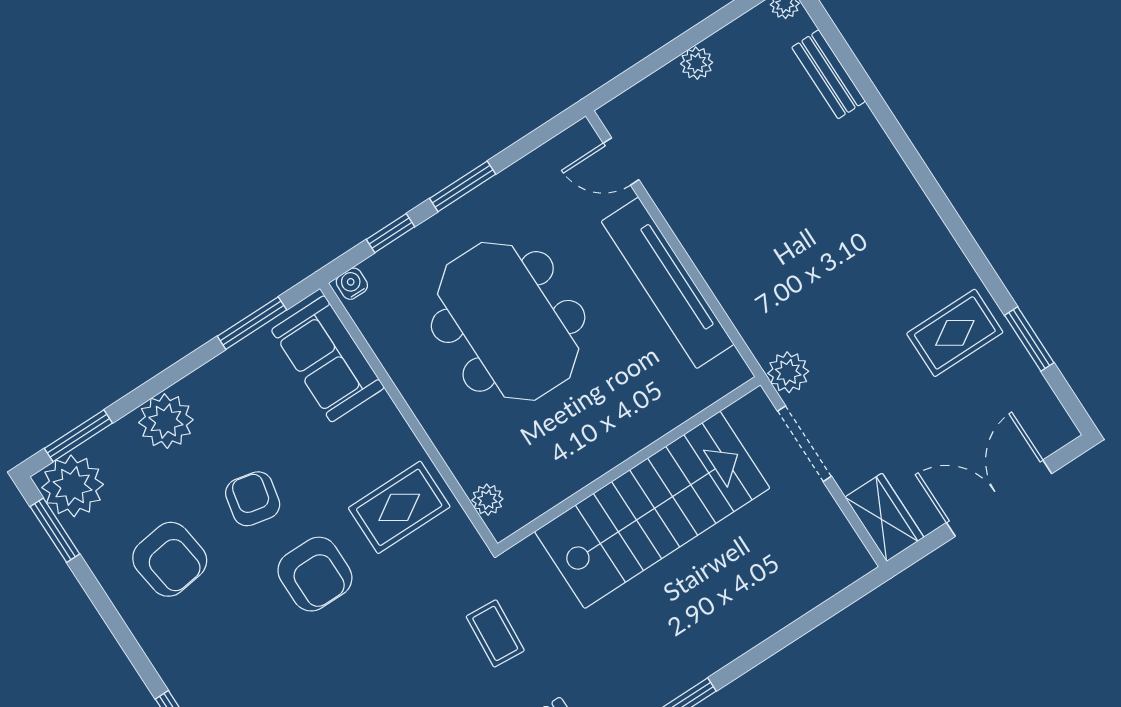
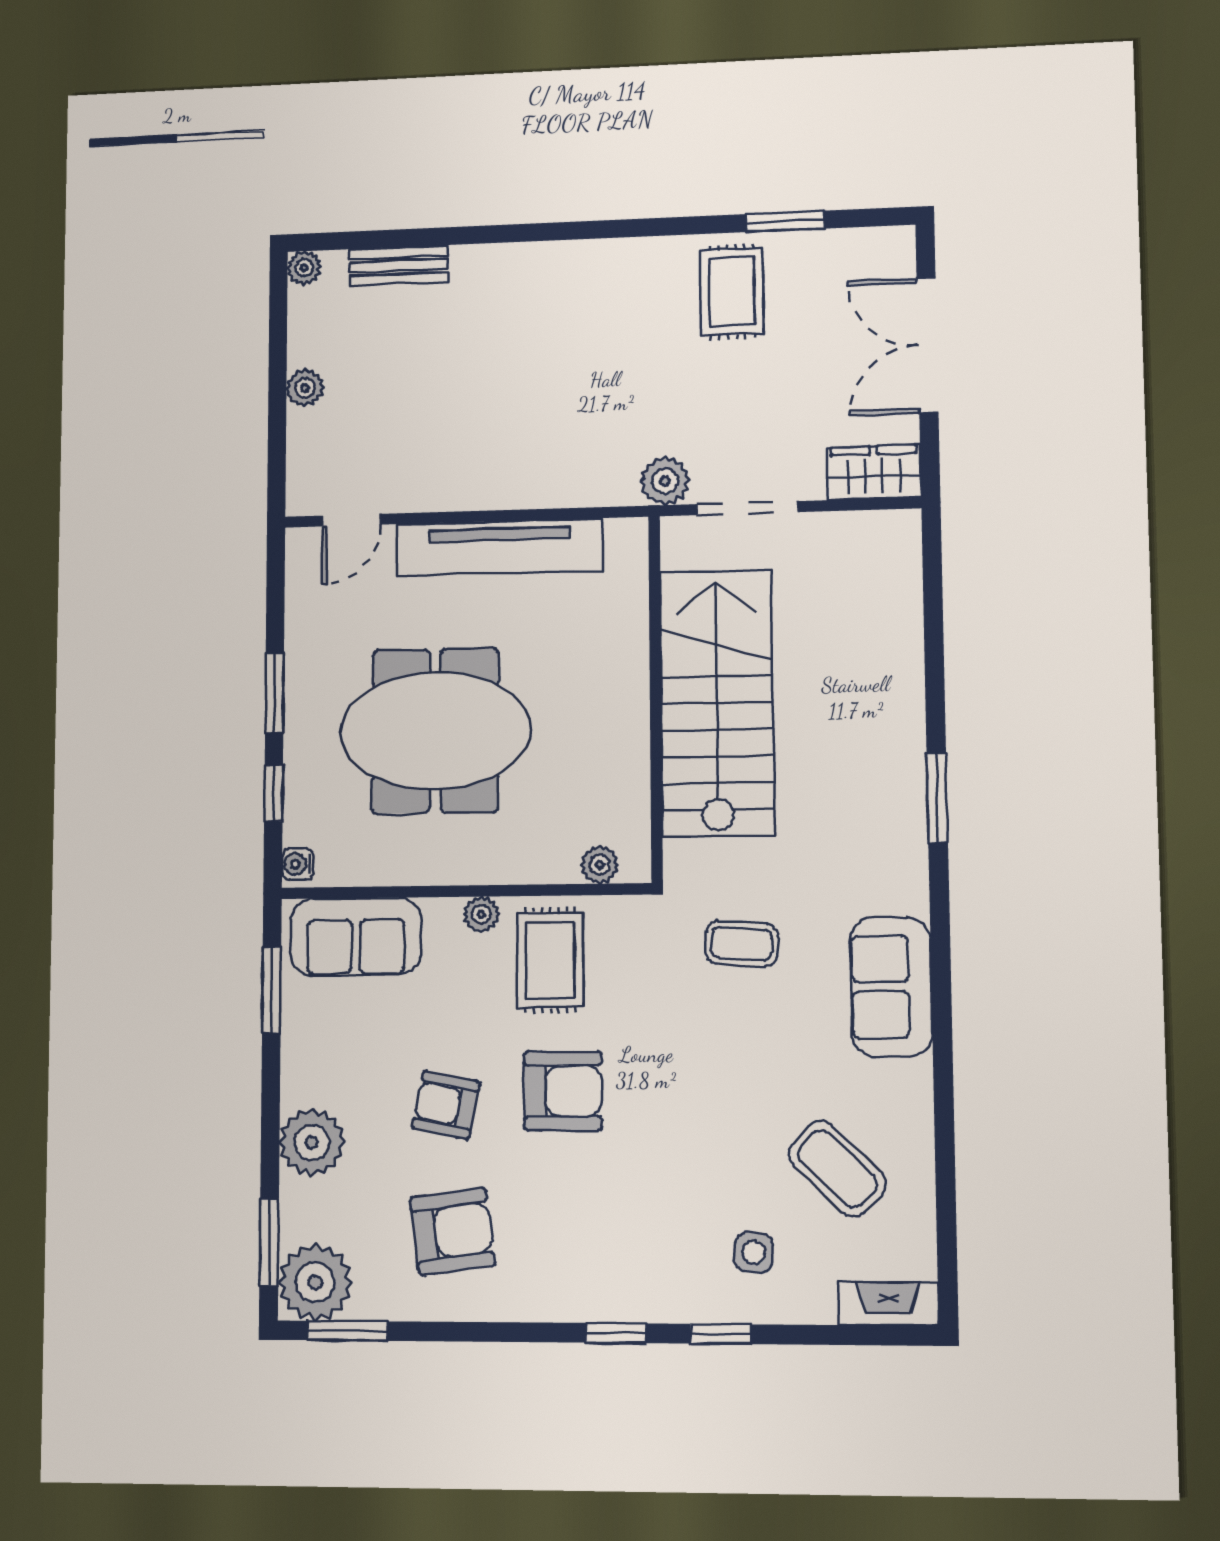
plant: (400, 438) -> (481, 914), added

